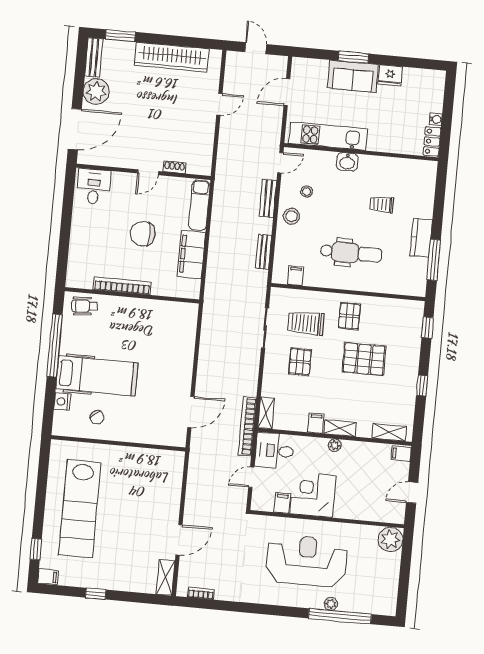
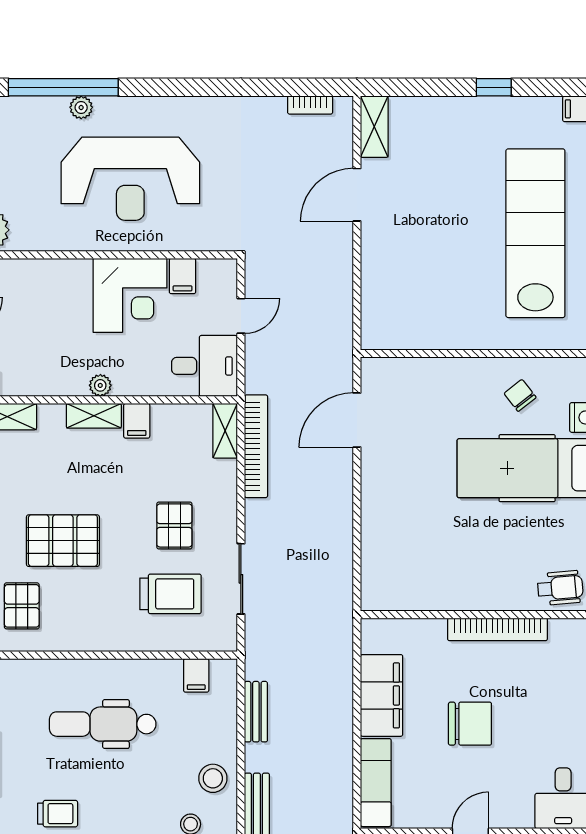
pallet: (349, 316) -> (22, 606), moved
bookcase: (247, 426) -> (256, 446), moved

